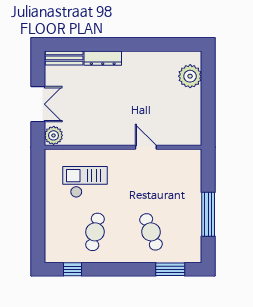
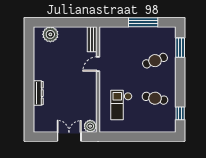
bench: (64, 58) -> (92, 39), moved

